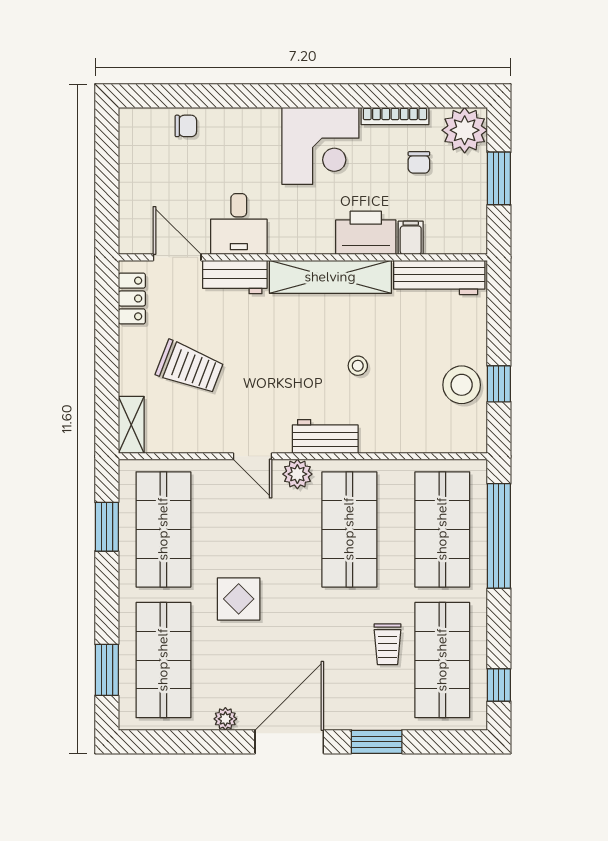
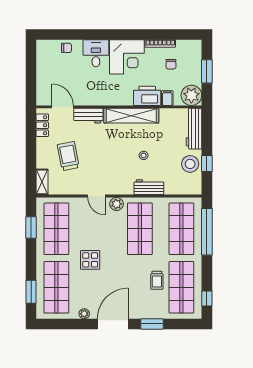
plant: (465, 130) -> (191, 95), moved
desk: (239, 224) -> (96, 53), moved, turned 180
workbench: (439, 277) -> (194, 129), moved, turned 90
trolley: (190, 367) -> (68, 156), turned -122
workbench: (325, 436) -> (149, 187), moved

